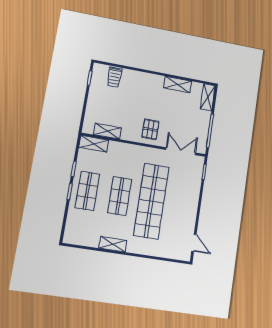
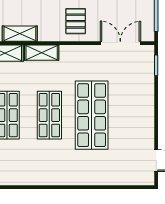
shop shelf: (151, 201) -> (92, 115), width x0.71
shelving: (113, 244) -> (42, 53), moved

